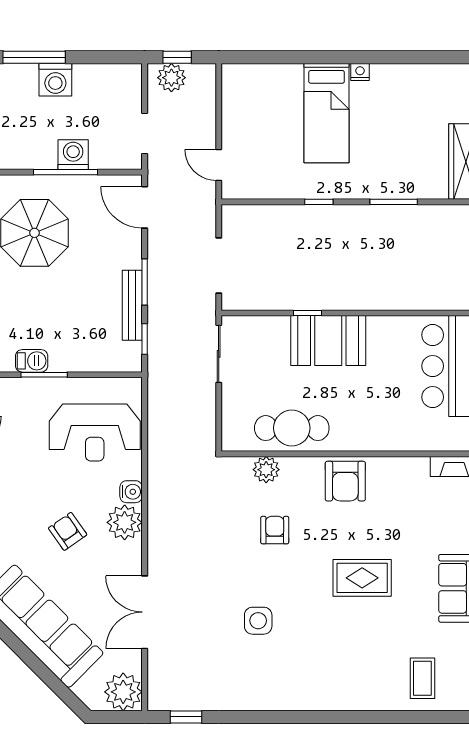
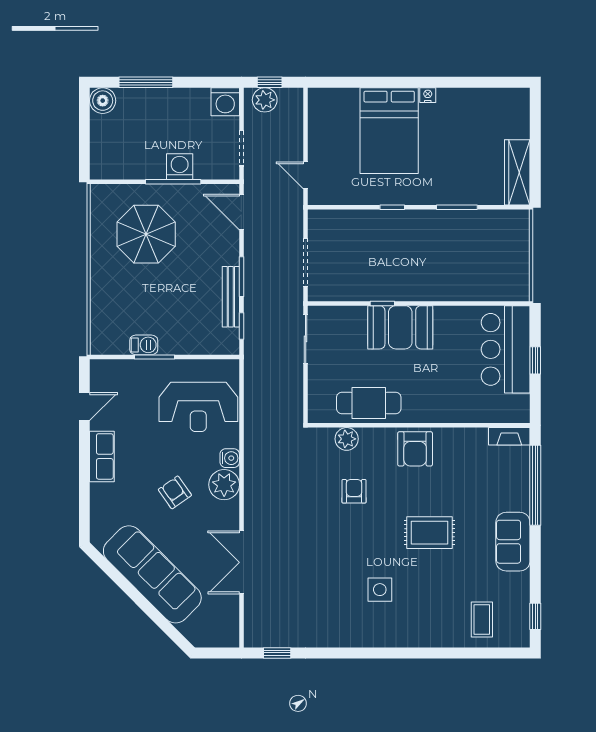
washing machine: (55, 80) -> (225, 102), moved
bed: (327, 113) -> (389, 131), width x1.50
side table: (258, 621) -> (380, 590), moved
plant: (123, 692) -> (223, 631), removed

